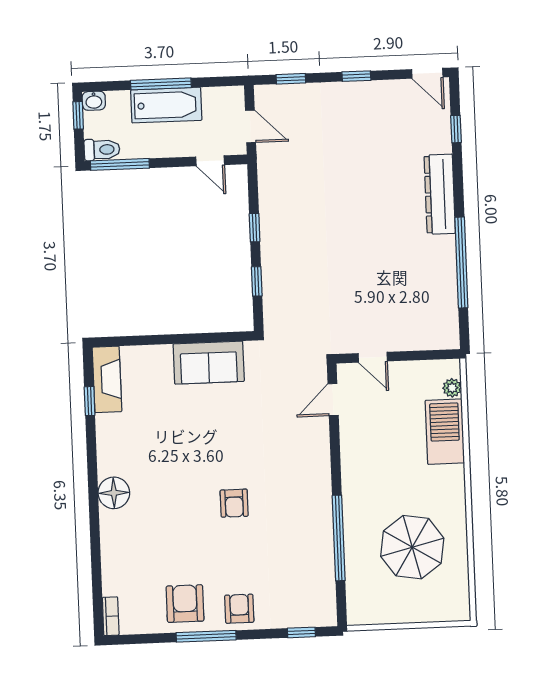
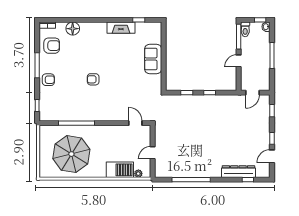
door: (427, 73) -> (272, 156), moved
bathtub: (166, 105) -> (263, 57), removed
door: (210, 161) -> (239, 61), moved
dresser: (440, 194) -> (238, 172), moved
door: (373, 357) -> (153, 153), moved
sofa: (209, 363) -> (153, 59), moved
fireplace: (107, 379) -> (121, 28), moved
floor lamp: (114, 493) -> (73, 29), moved
parasol: (412, 547) -> (71, 154), width x1.36, depth x1.36
armchair: (185, 604) -> (52, 46), moved

